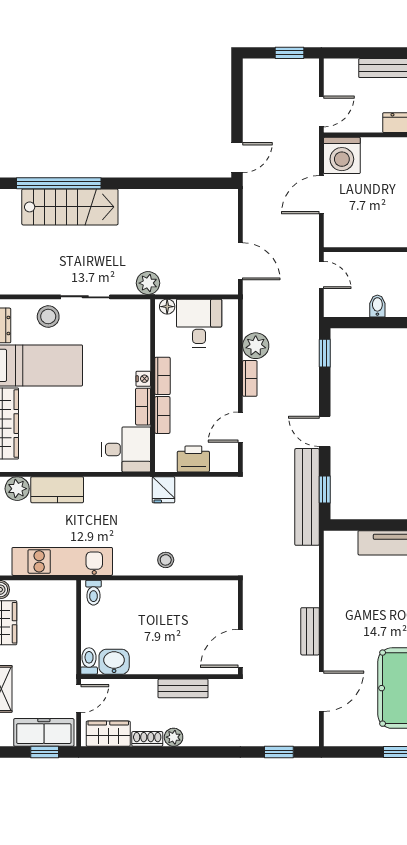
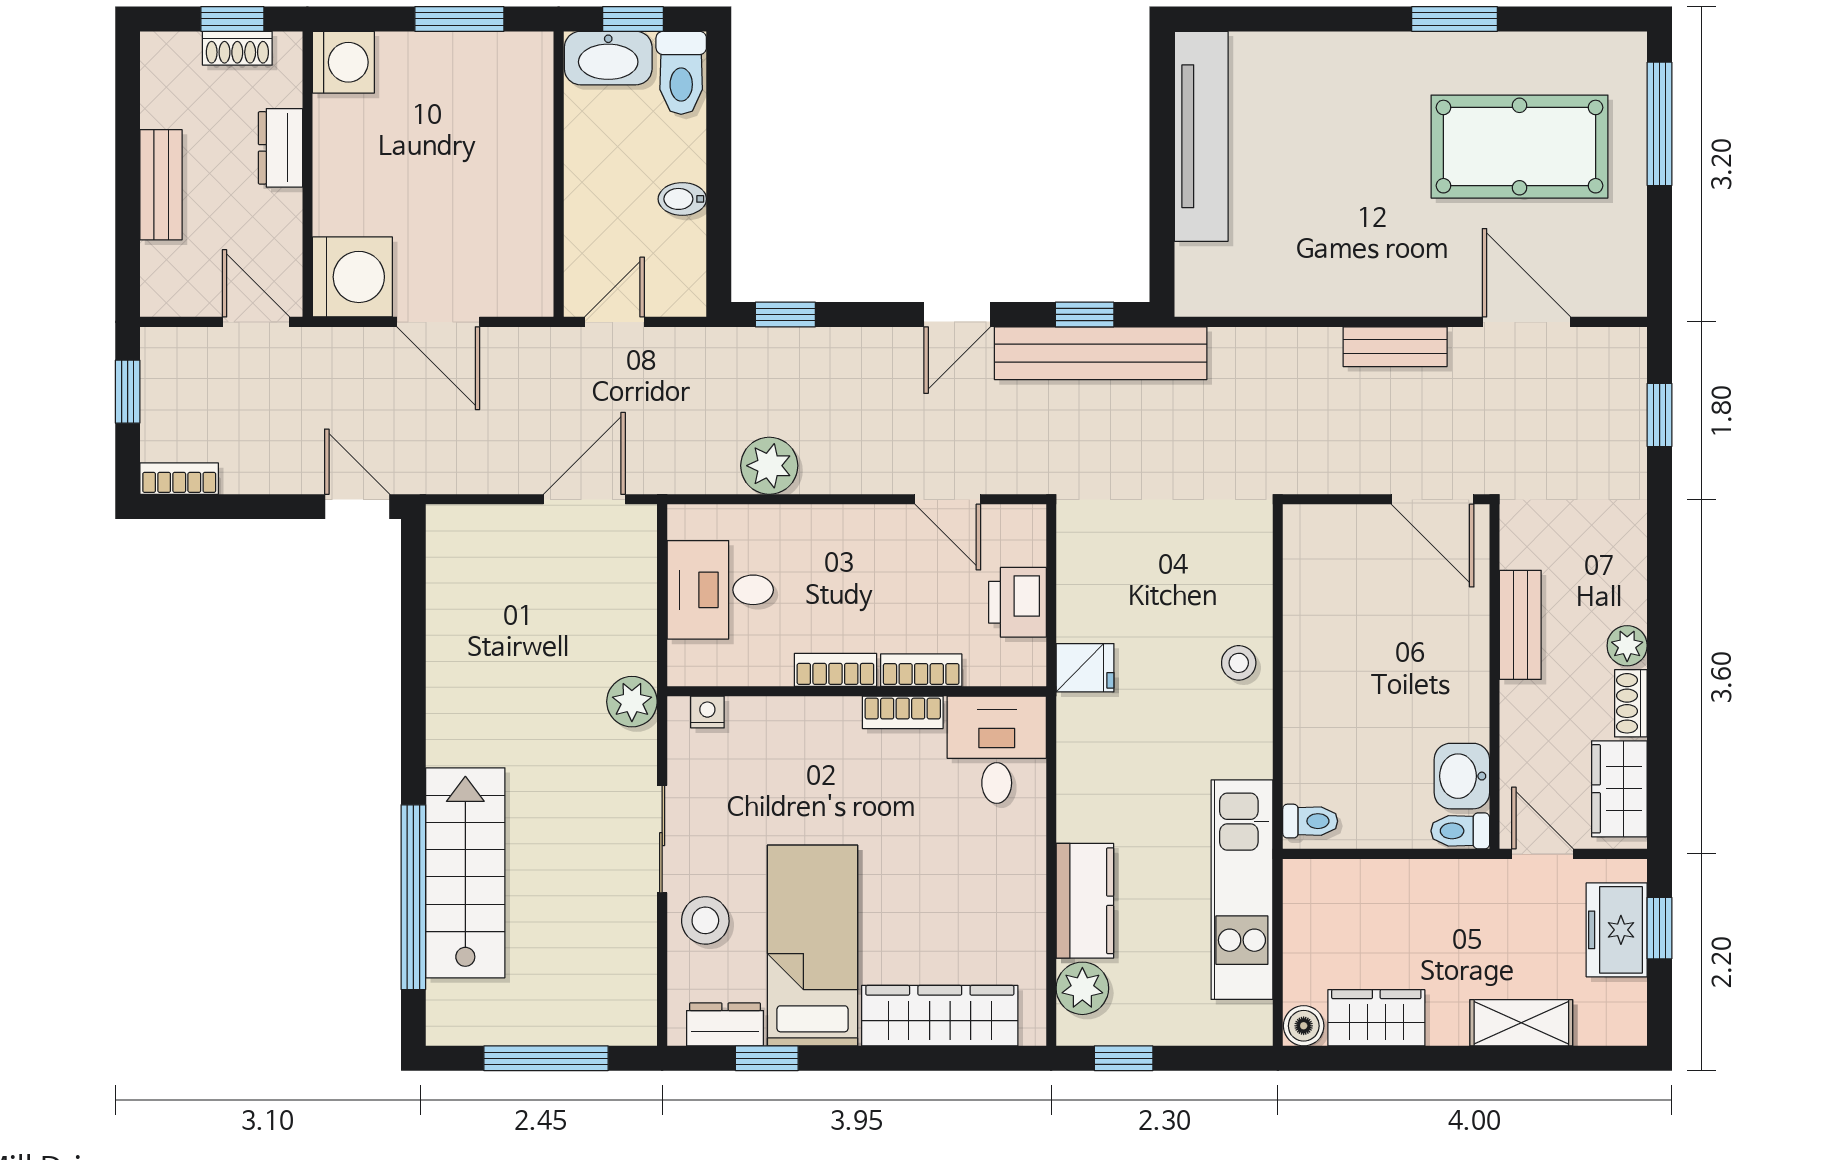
floor lamp: (167, 307) -> (684, 660), removed
bookcase: (250, 378) -> (179, 479), moved
nightstand: (143, 379) -> (707, 712), moved
freezer: (44, 732) -> (1617, 930), width x0.71

